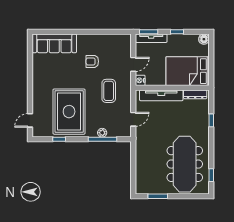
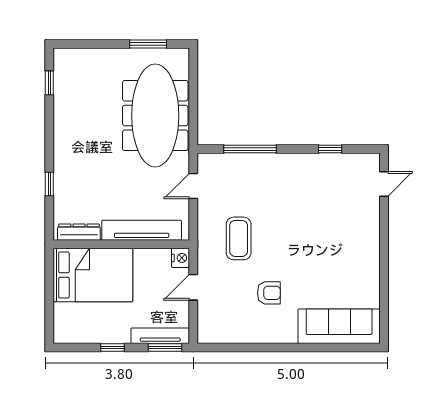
floor lamp: (204, 39) -> (63, 334), removed
rug: (69, 112) -> (312, 200), removed
plant: (102, 133) -> (251, 161), removed
meeting table: (185, 164) -> (155, 116), moved

